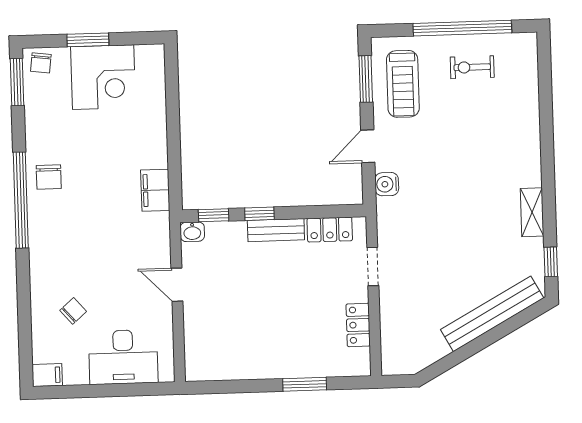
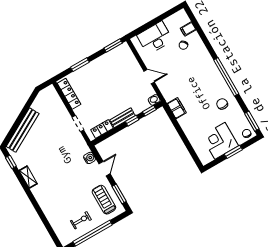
chair: (49, 177) -> (222, 104), moved
locker: (358, 325) -> (69, 94), width x1.53
filing cabinet: (47, 375) -> (188, 29), moved
window: (216, 387) -> (113, 45), added

